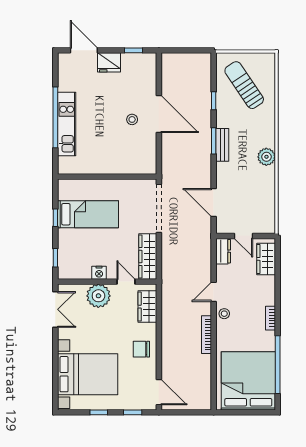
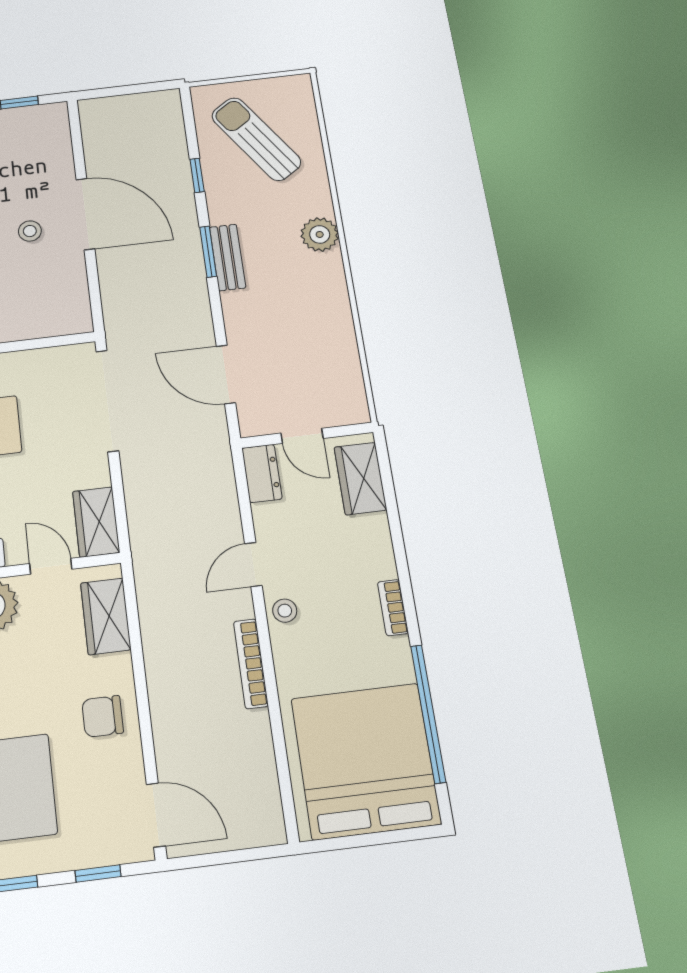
plant: (266, 157) -> (320, 234), moved
wardrobe: (148, 257) -> (96, 522), width x0.67

